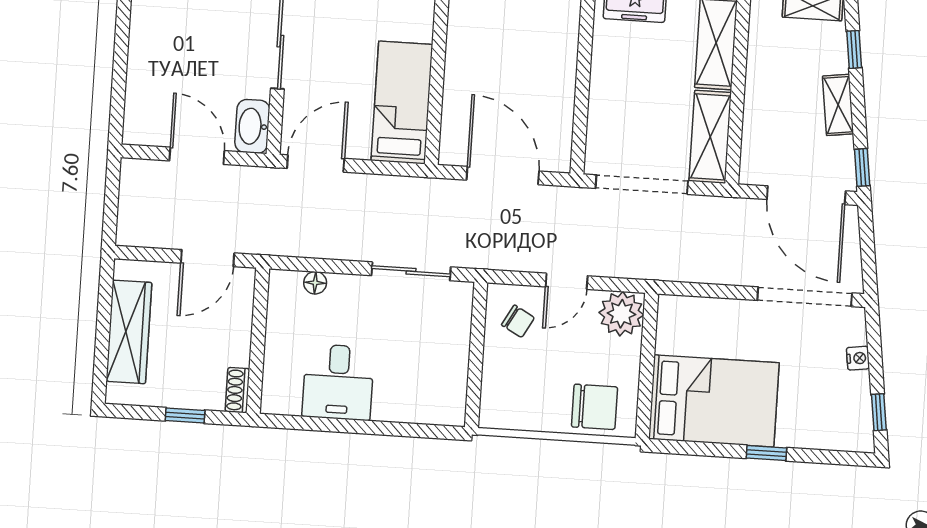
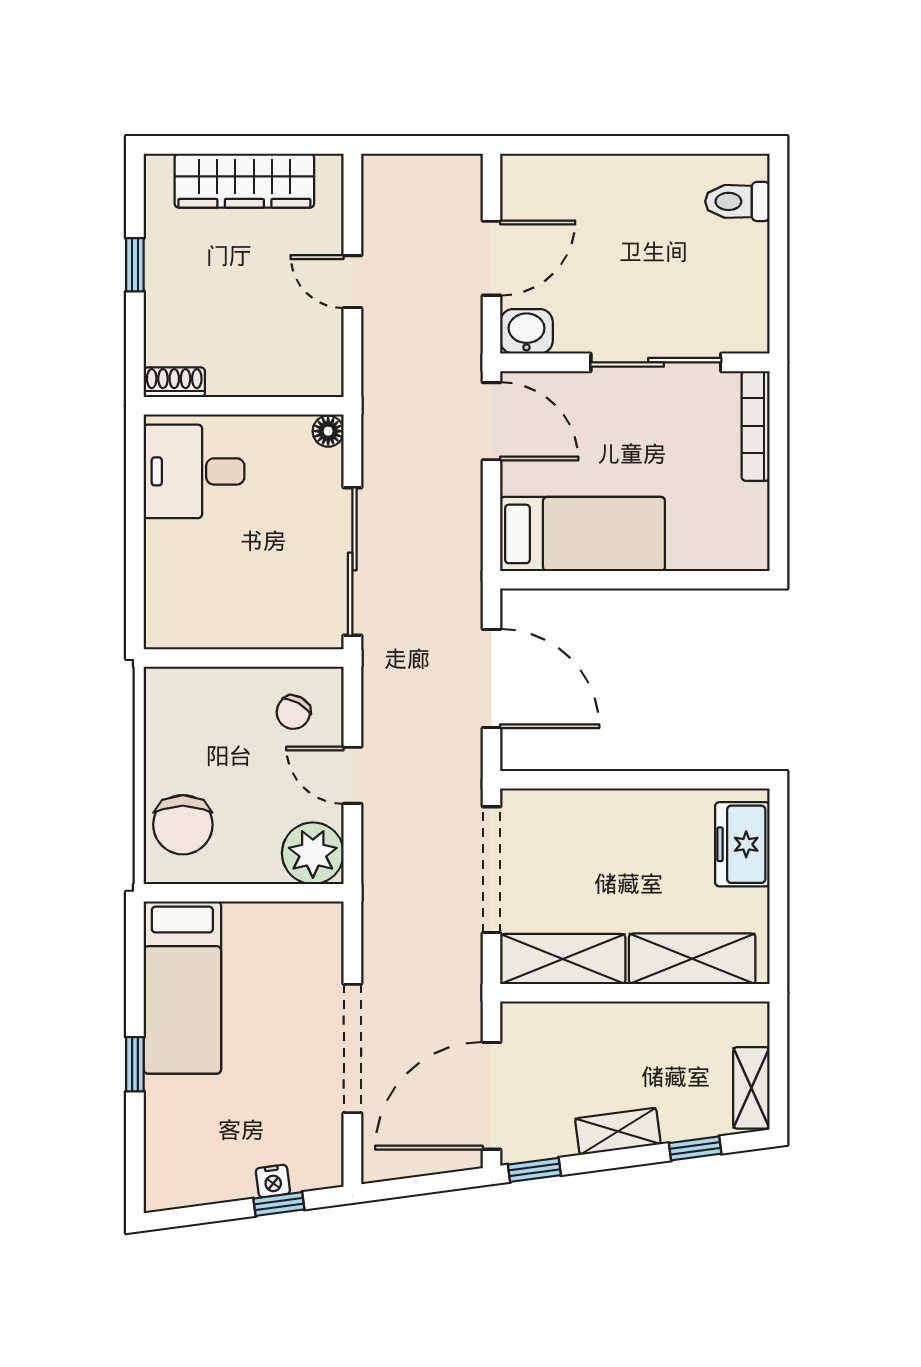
washbasin: (252, 126) -> (527, 331), width x0.72
door: (503, 176) -> (491, 679), hinge flipped
door: (207, 258) -> (352, 282), width x0.73
sliding door: (411, 271) -> (352, 561), width x1.37
doorway: (805, 297) -> (352, 1049), moved
wall: (258, 341) -> (244, 406), moved
shoe rack: (237, 390) -> (174, 382), moved
bed: (714, 401) -> (182, 988), width x0.67
window: (879, 412) -> (279, 1204), moved

